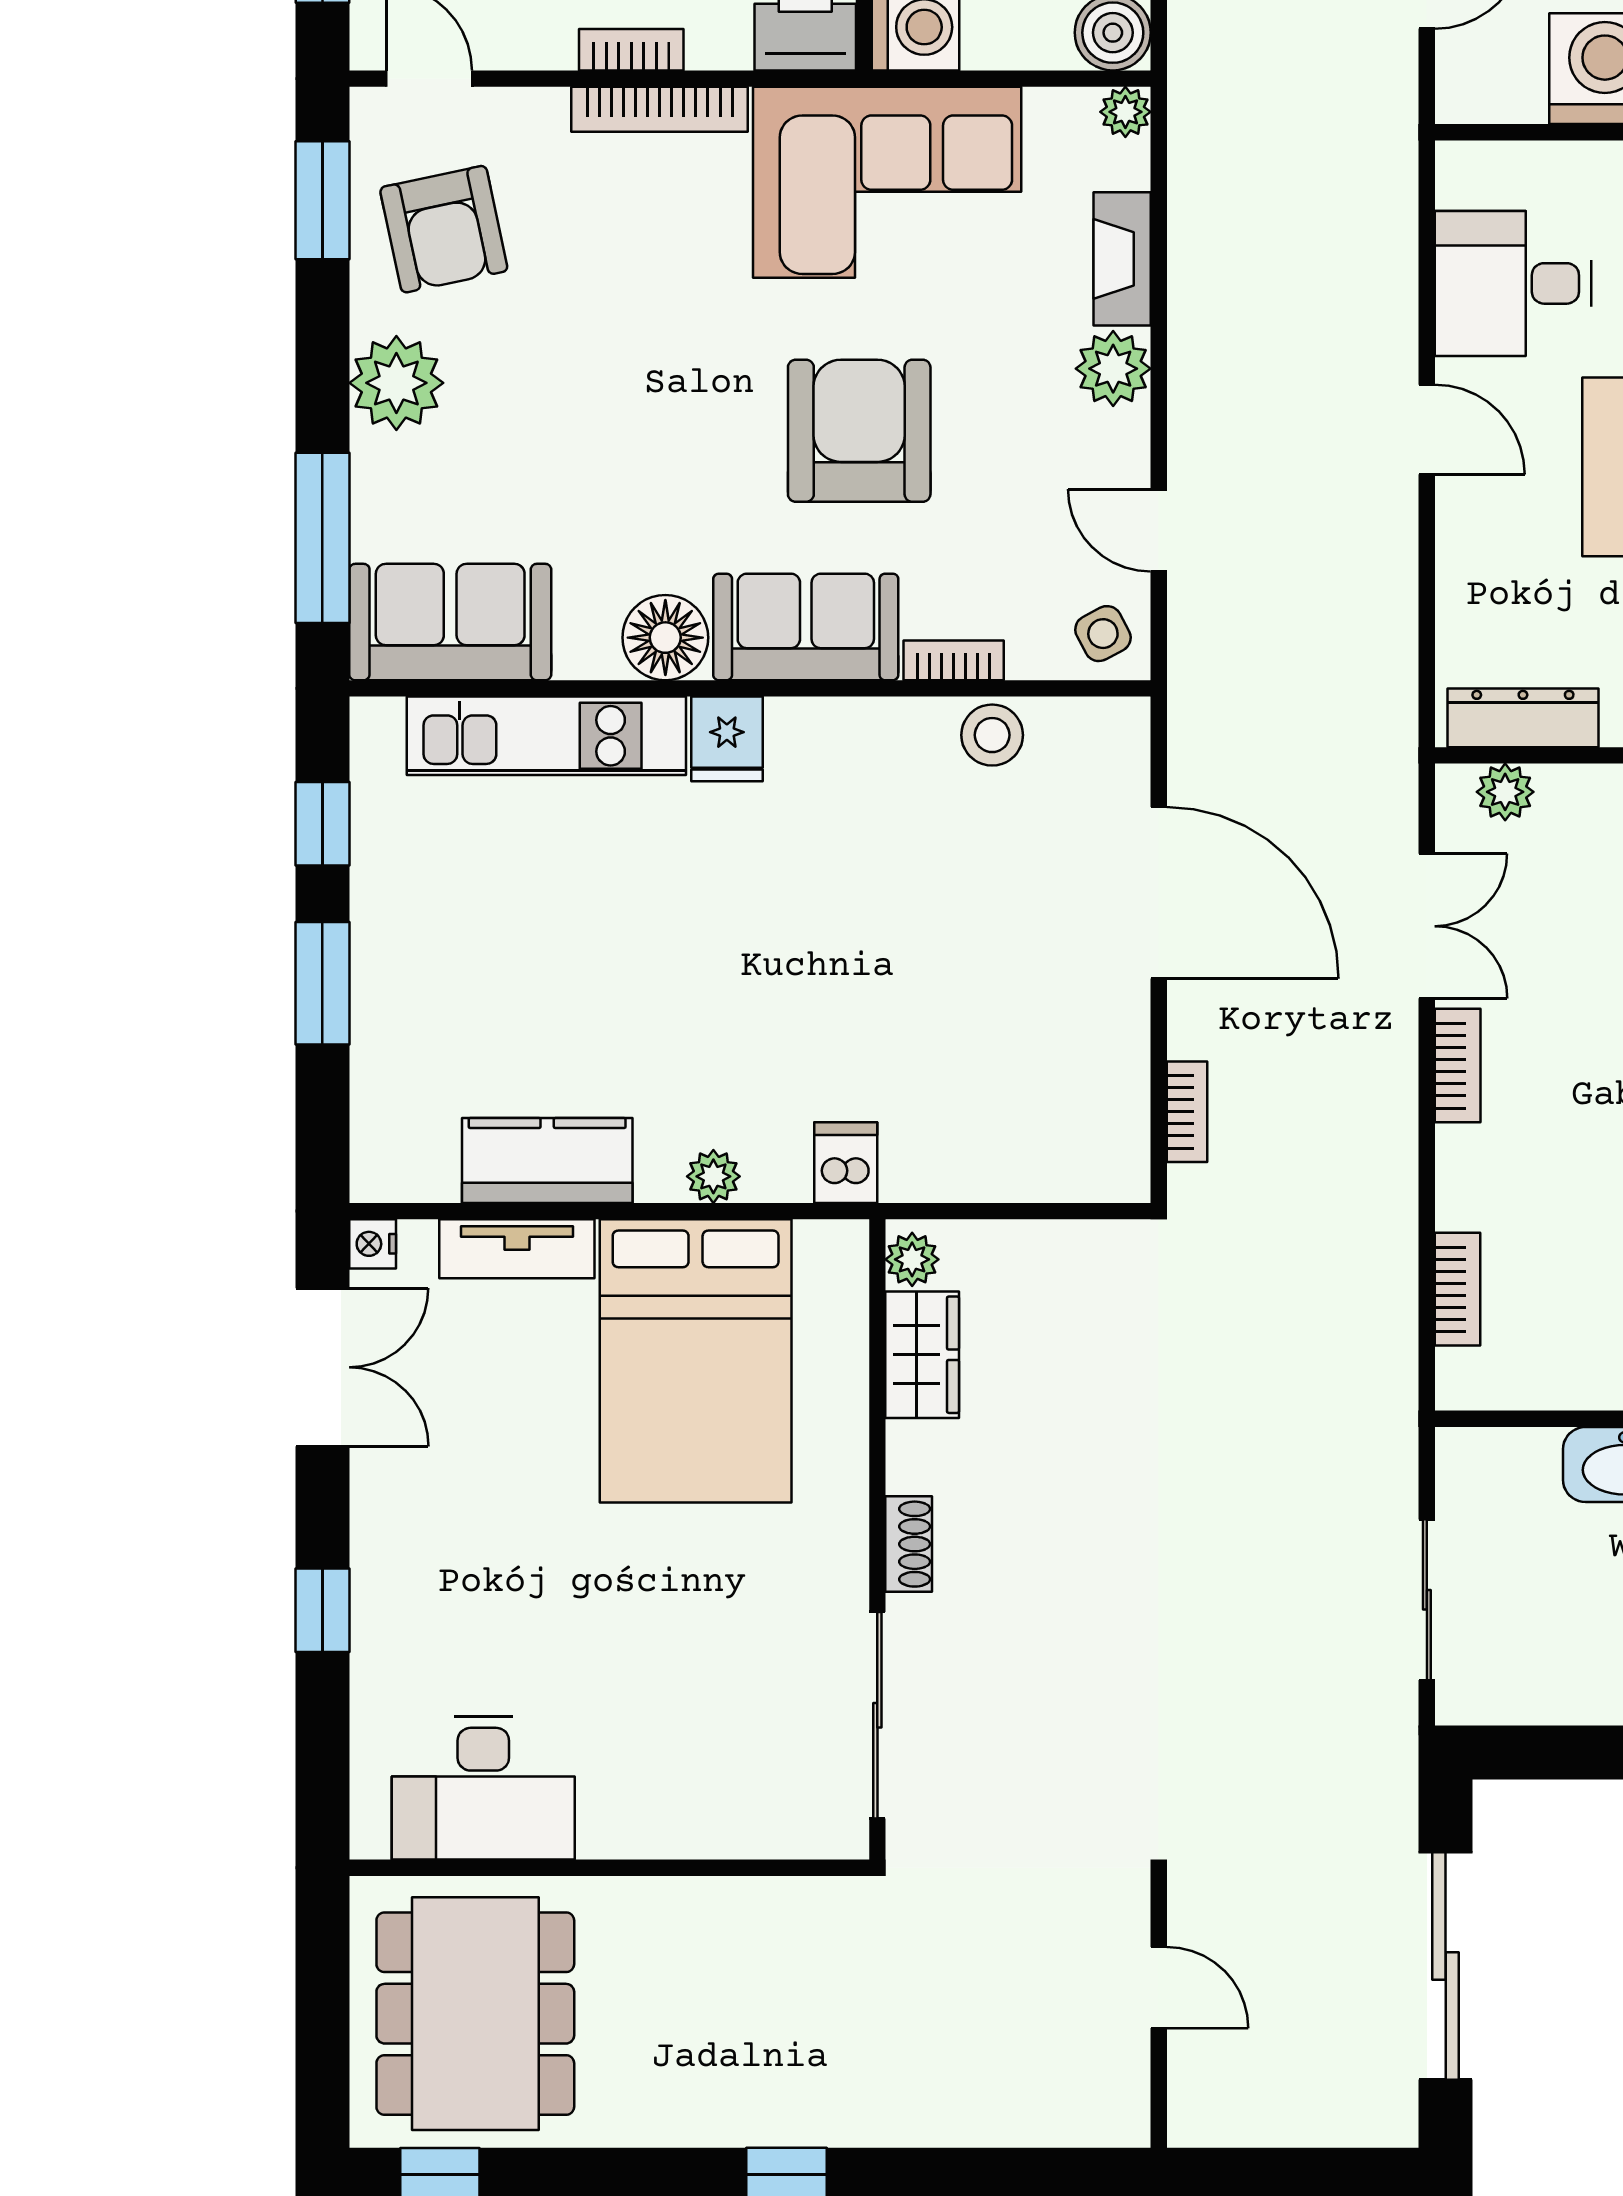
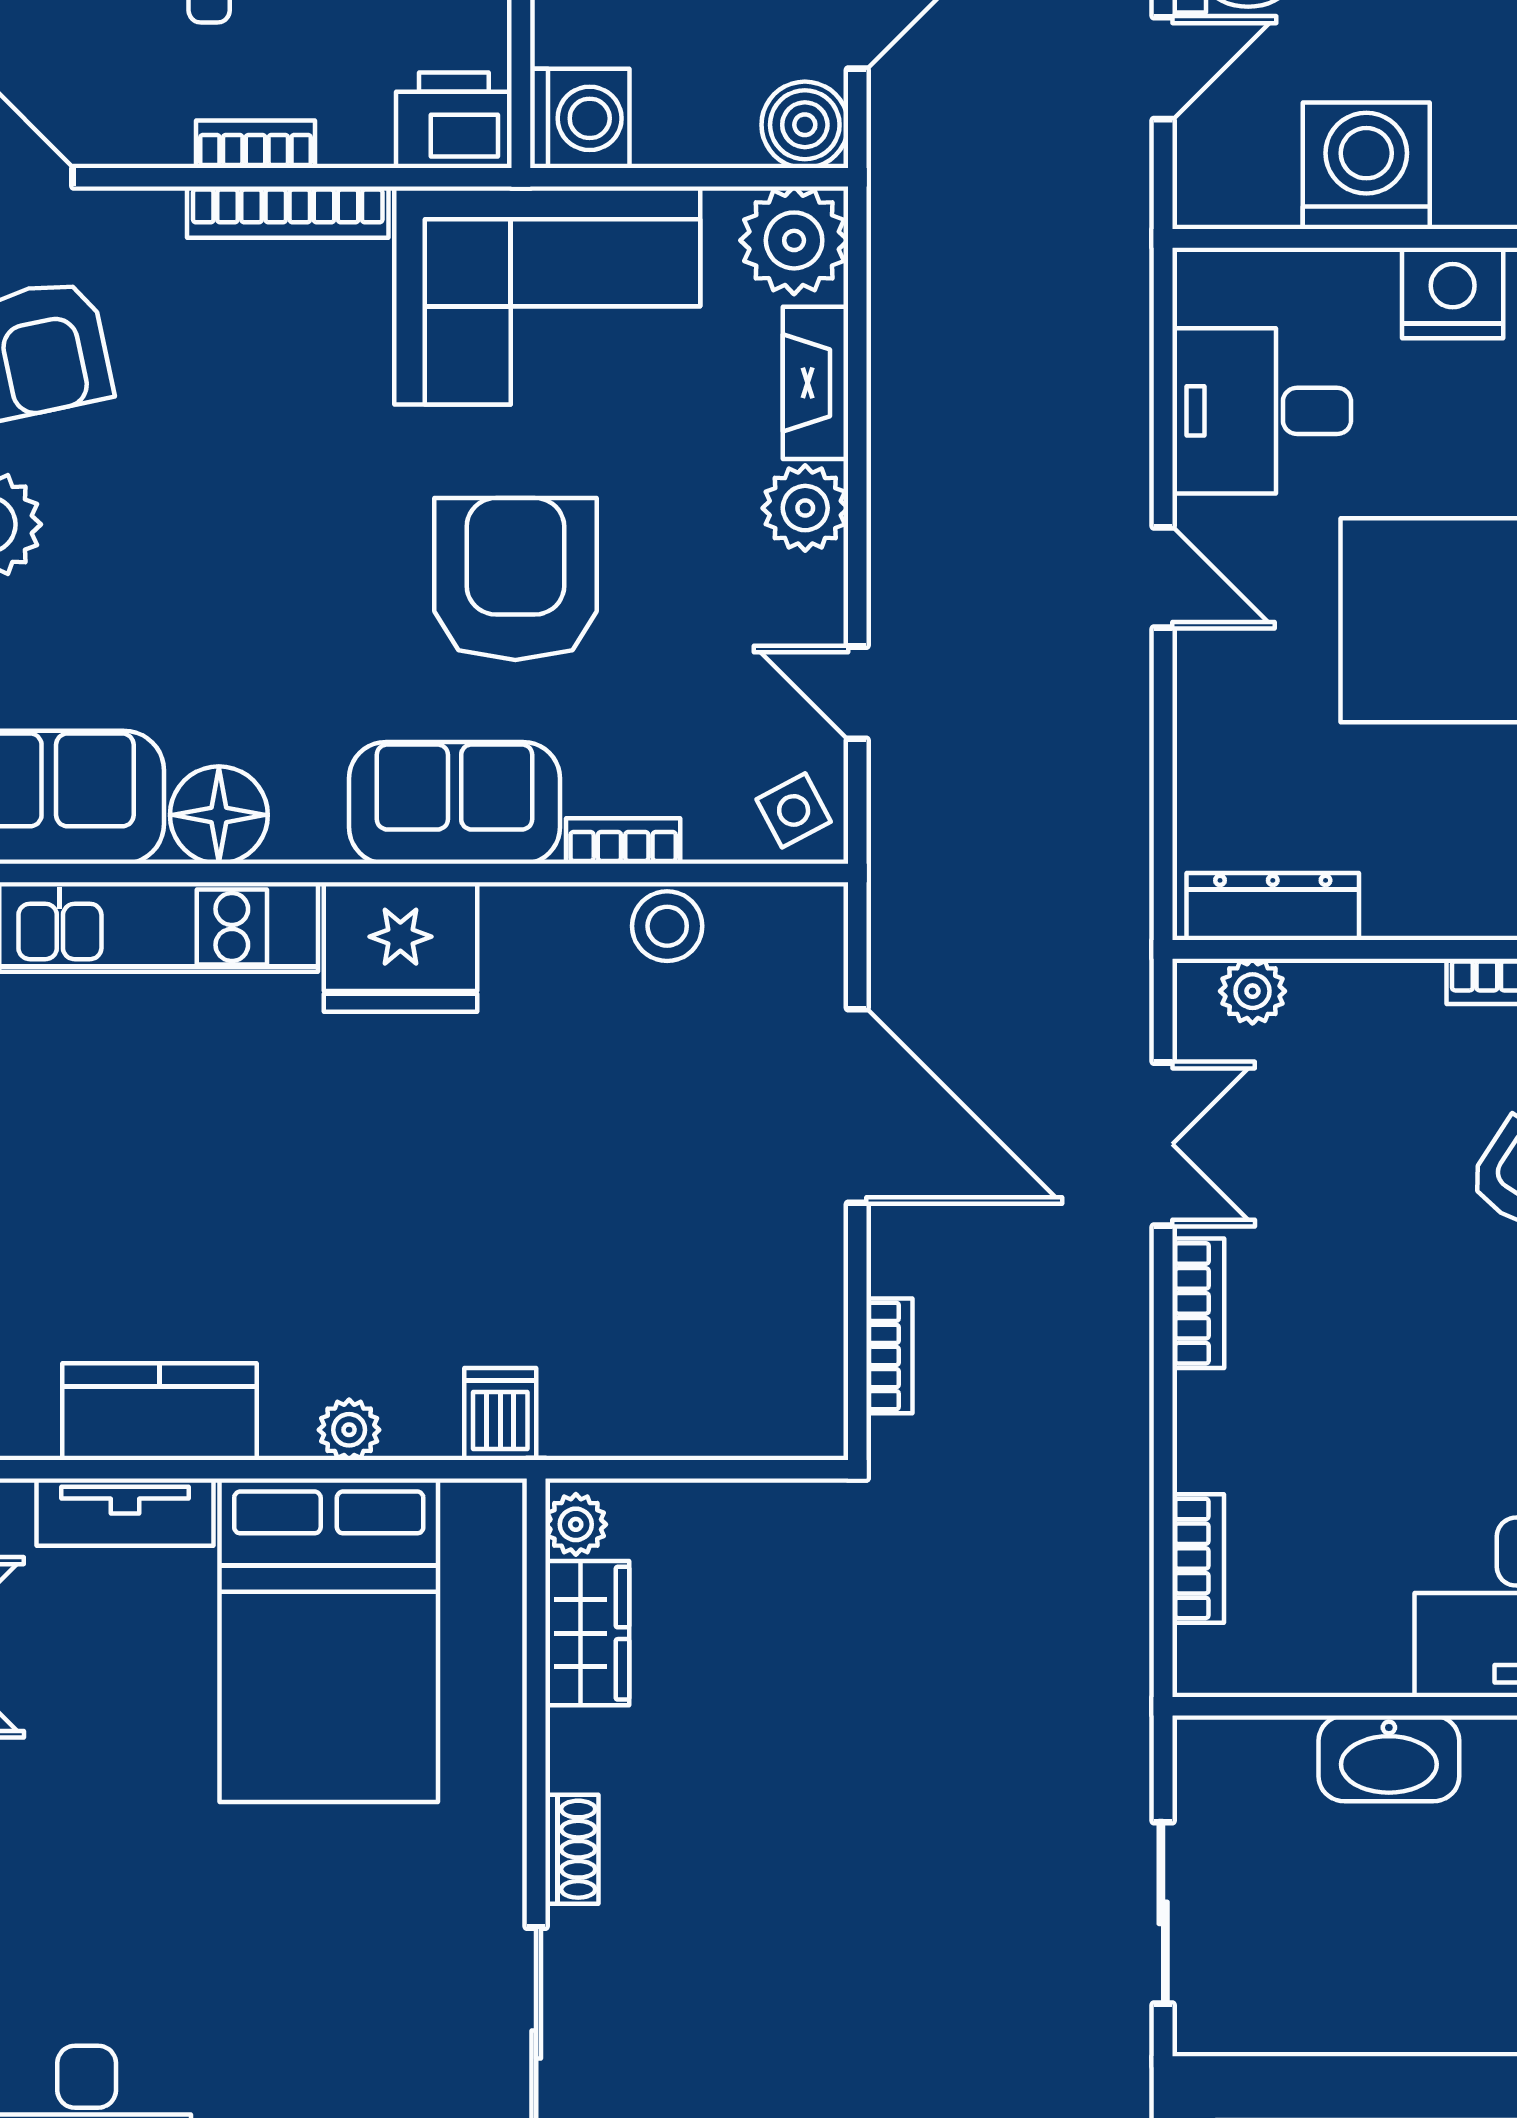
plant: (1125, 112) -> (794, 240), width x1.88, depth x1.88
floor lamp: (665, 638) -> (219, 815), moved
fridge: (727, 739) -> (400, 947), width x1.88, depth x1.34

